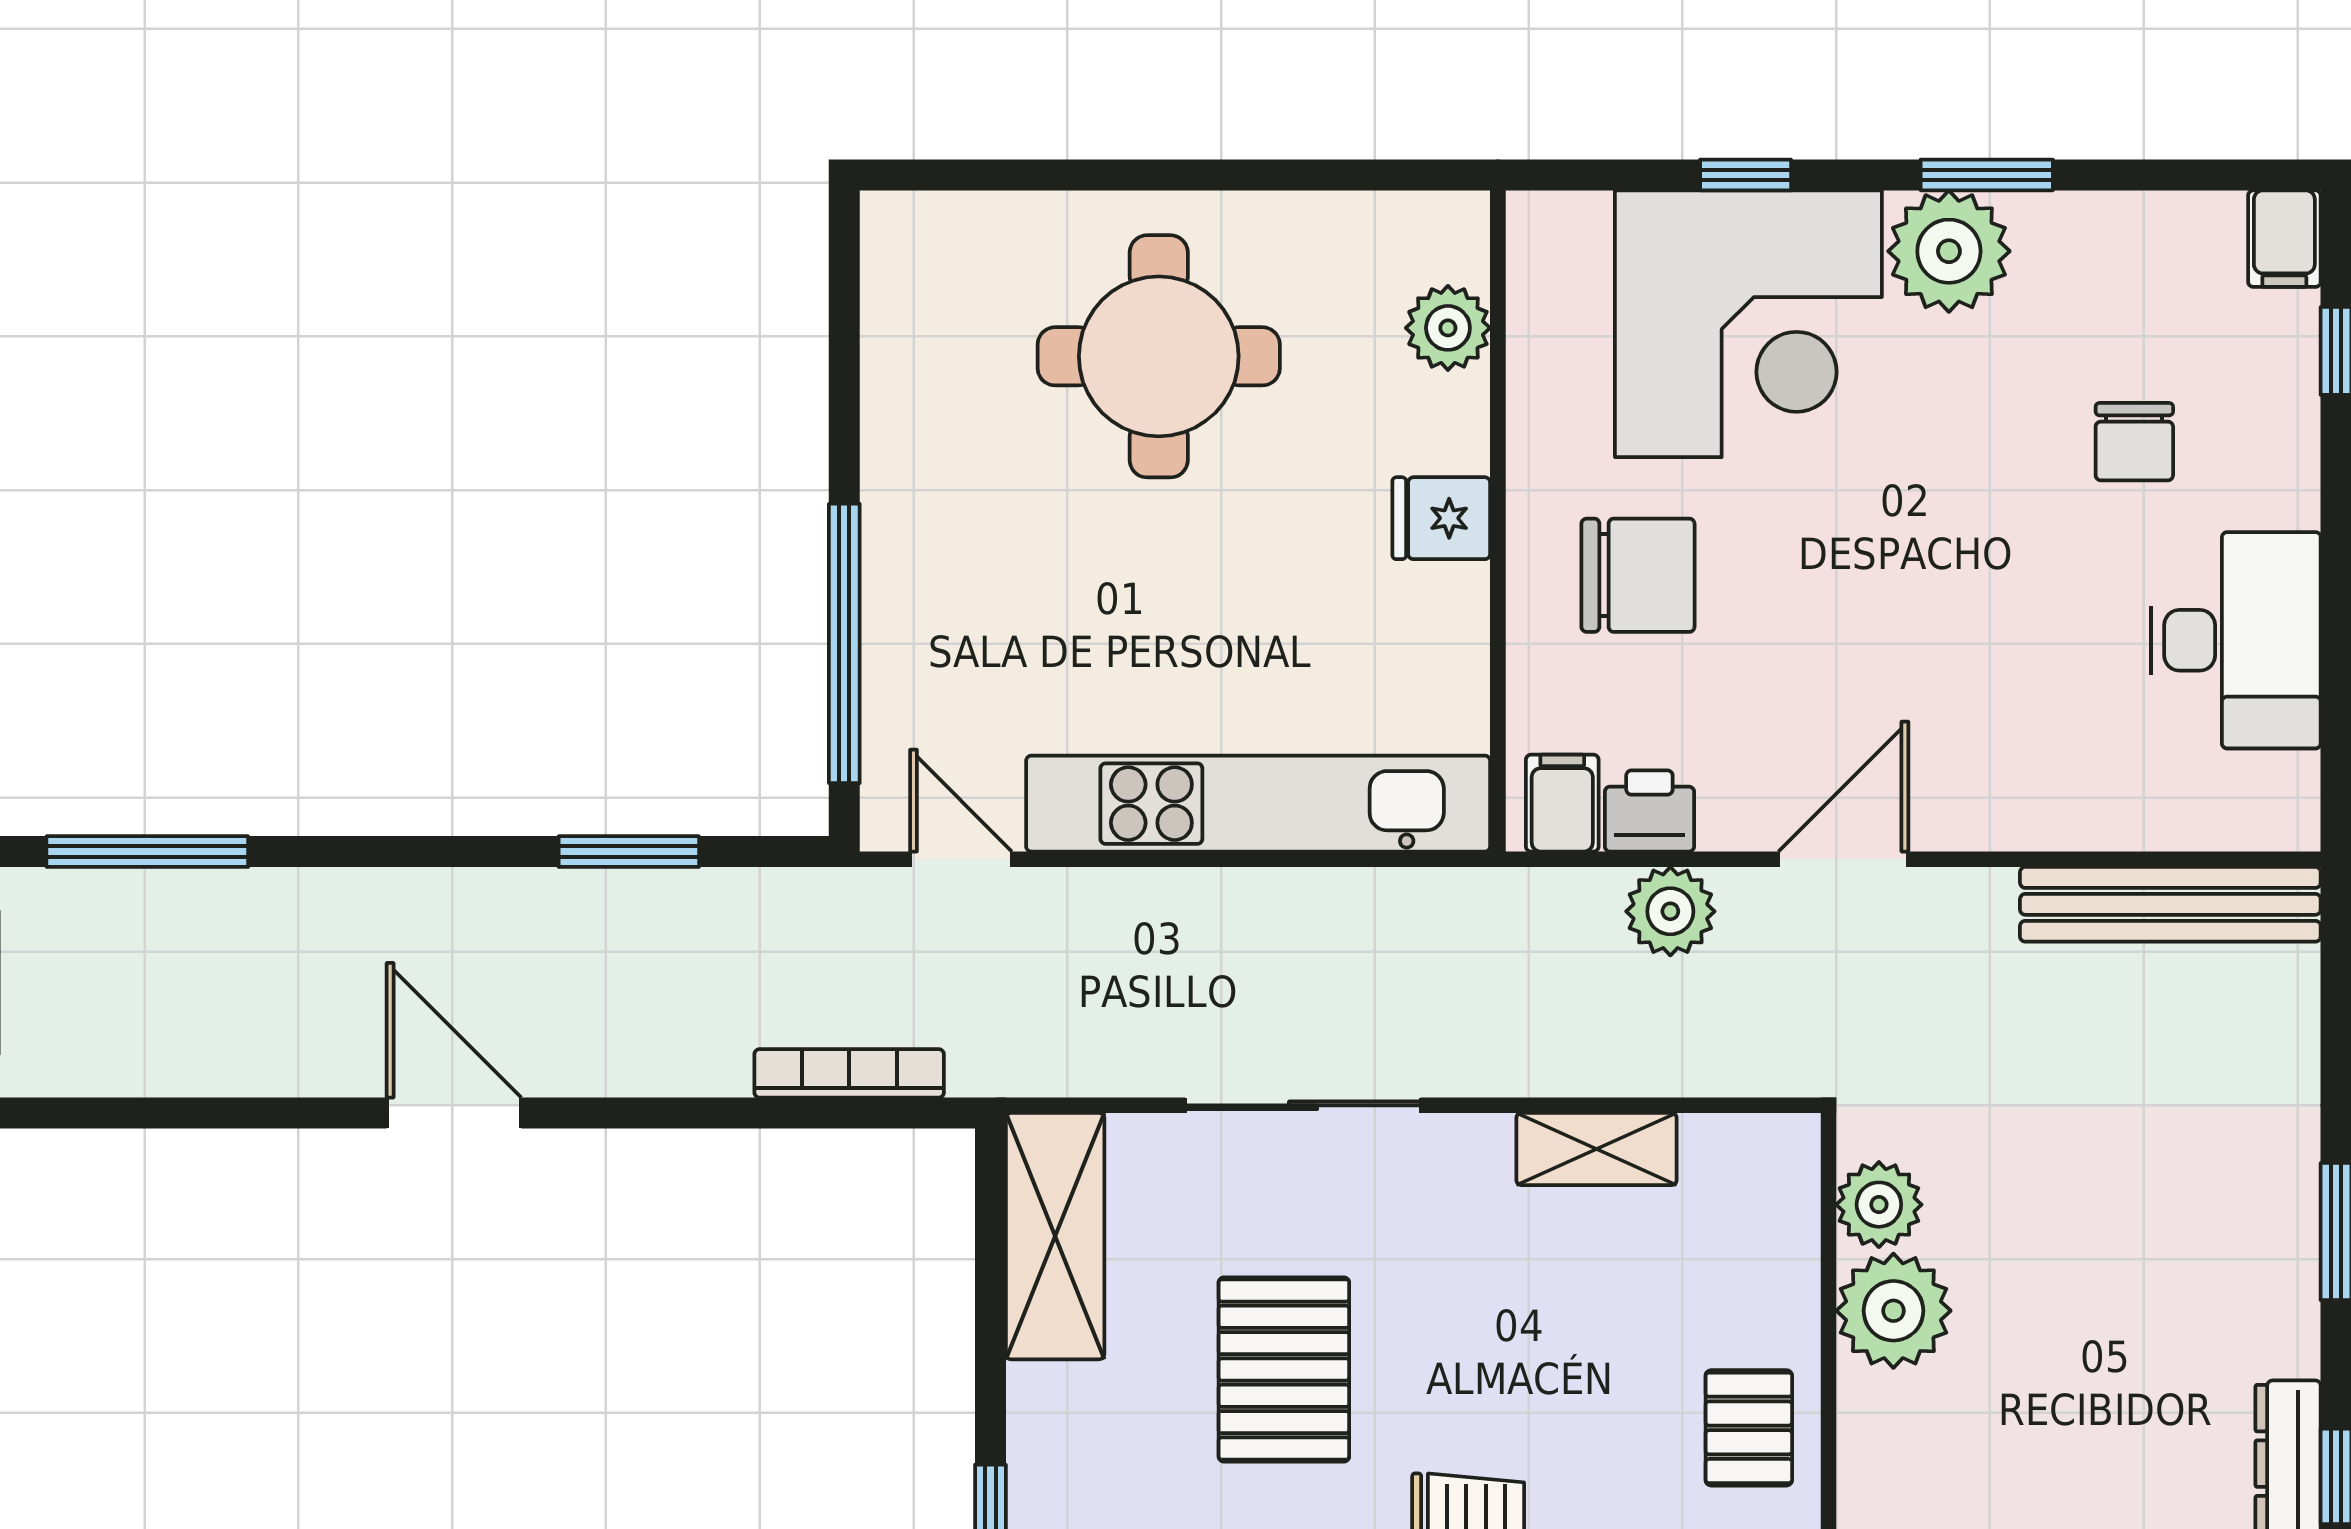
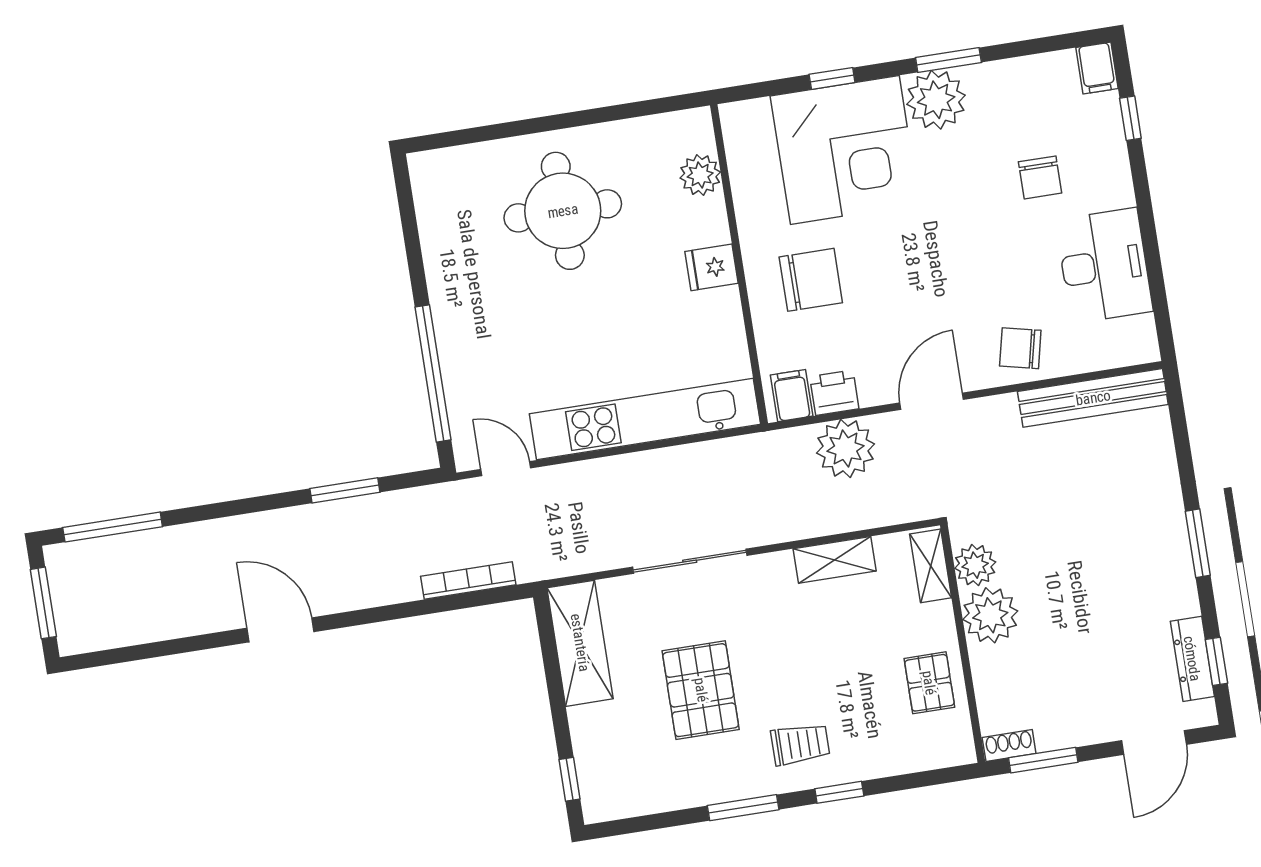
chair: (2040, 780) -> (1020, 348), added
plant: (1670, 911) -> (846, 449), width x1.36, depth x1.36
shelving: (1789, 1192) -> (931, 566), added

